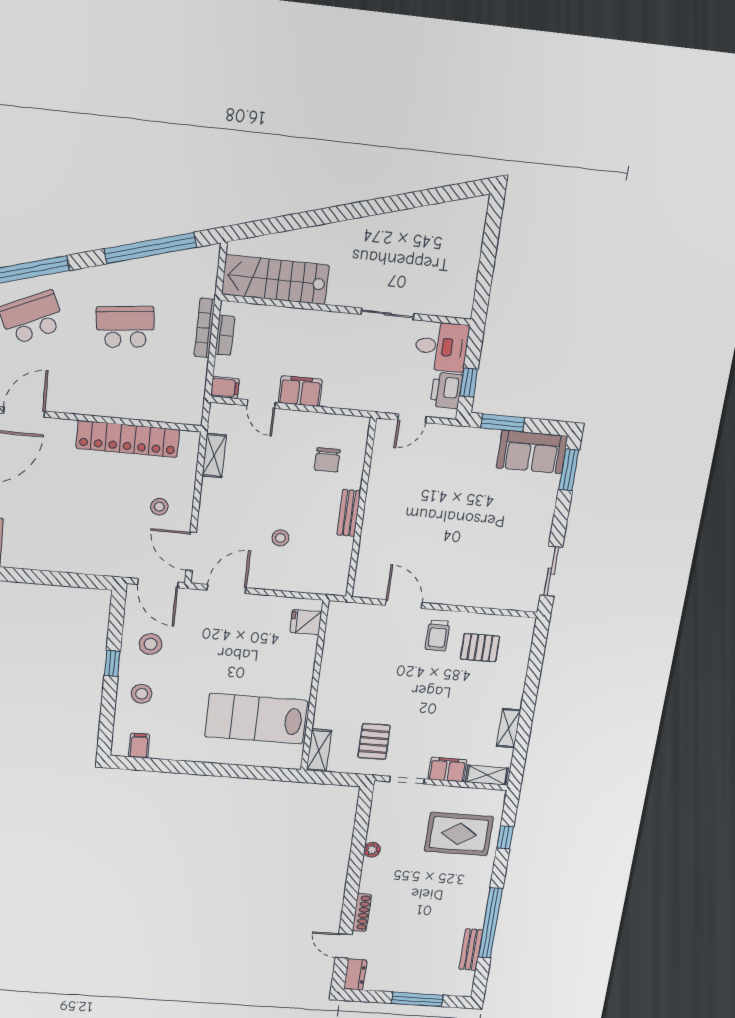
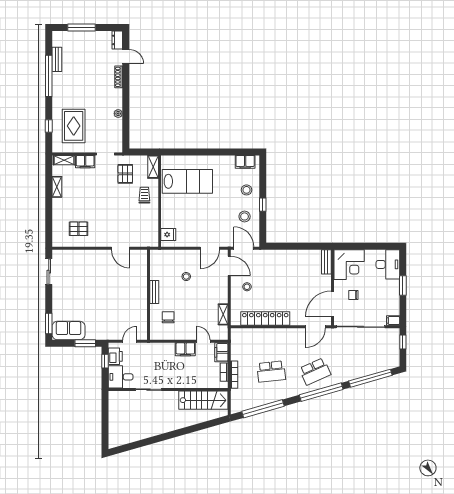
filing cabinet: (225, 388) -> (221, 352), width x2.00
trolley: (438, 635) -> (144, 195), moved
filing cabinet: (139, 746) -> (245, 162), width x2.00
rug: (459, 834) -> (74, 126), turned 90

